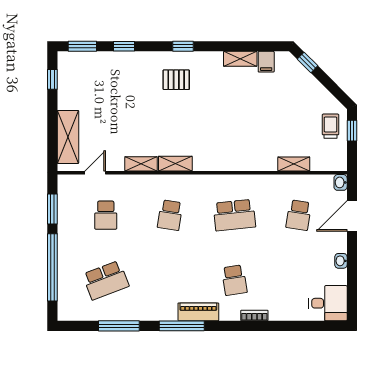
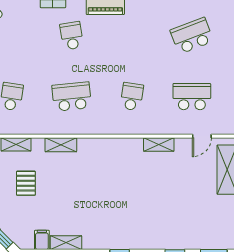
pallet: (176, 80) -> (26, 183), moved, turned 90
shelving: (175, 164) -> (61, 145), moved
school desk: (106, 215) -> (192, 97), width x1.85

